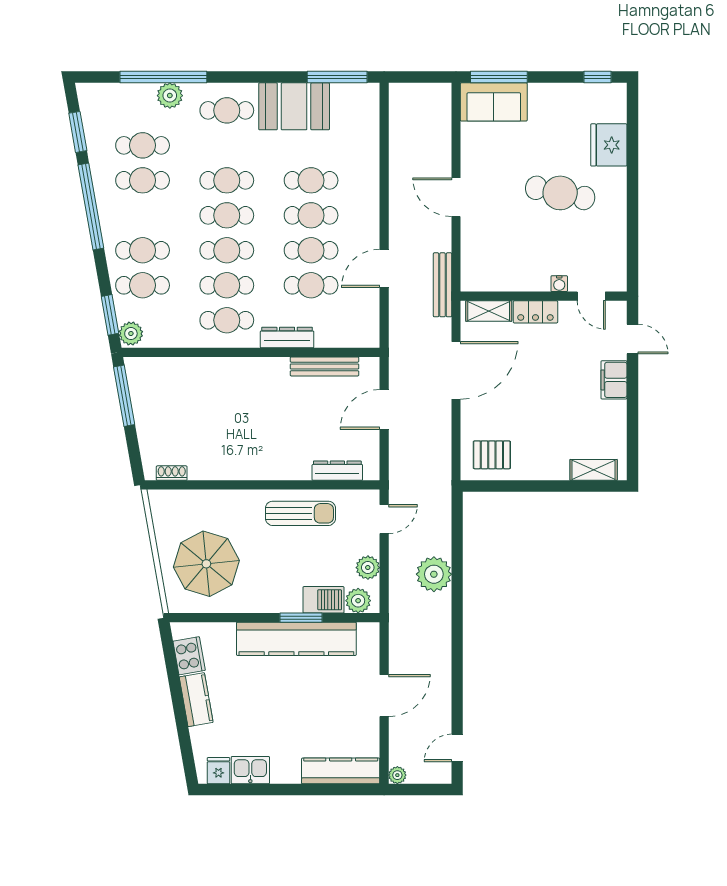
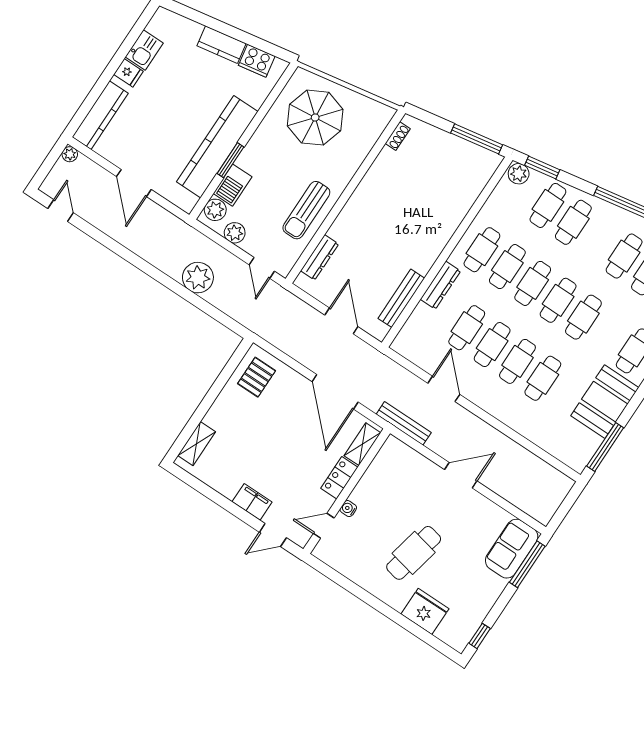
fridge: (218, 771) -> (128, 73), moved

